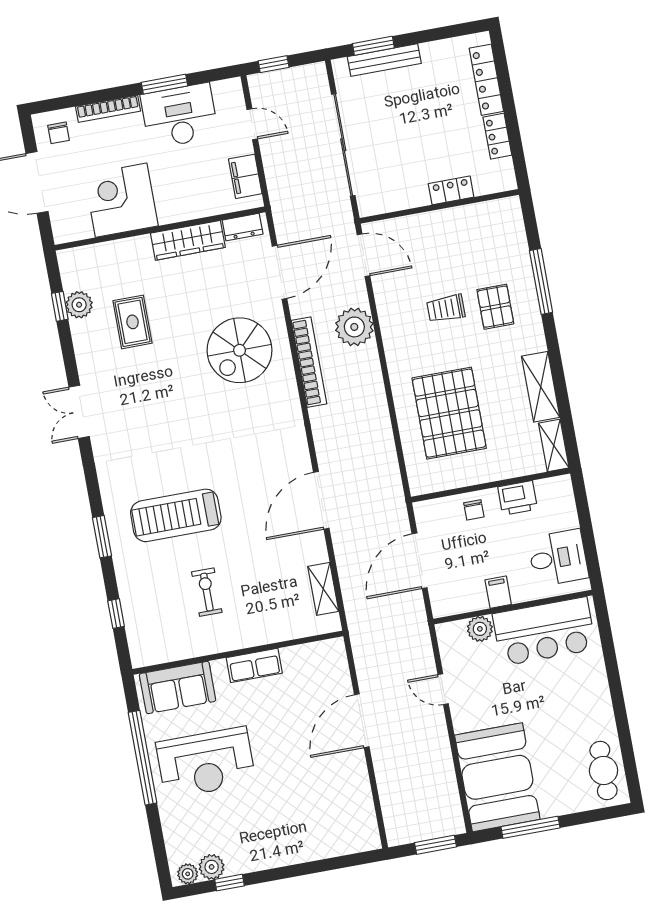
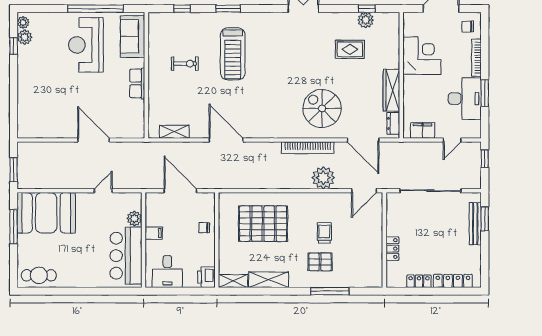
printer: (518, 498) -> (206, 277), moved
treadmill: (176, 515) -> (233, 54), turned 180

